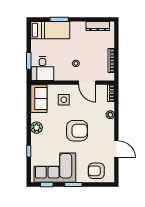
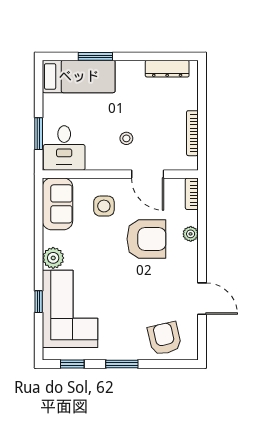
armchair: (77, 131) -> (146, 239), moved
corner sofa: (55, 168) -> (70, 309), moved, turned 90
armchair: (96, 171) -> (165, 338), turned 77

